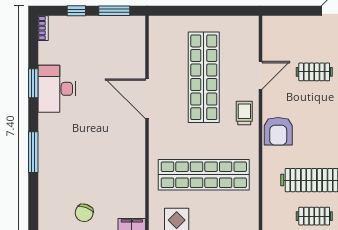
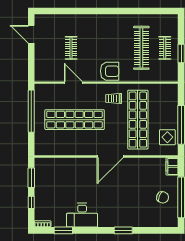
window: (217, 11) -> (31, 111), added
window: (33, 83) -> (63, 230), moved
door: (147, 99) -> (110, 157), moved
trolley: (244, 113) -> (114, 98), moved
window: (33, 152) -> (123, 230), width x0.69

